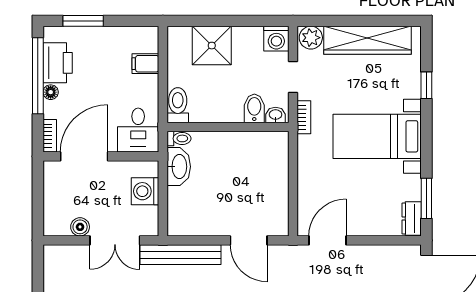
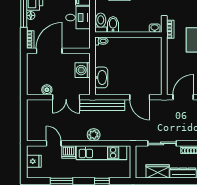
bidet: (254, 108) -> (113, 24), moved
desk: (138, 130) -> (78, 18), moved, turned -90
washbasin: (179, 167) -> (101, 77), moved

